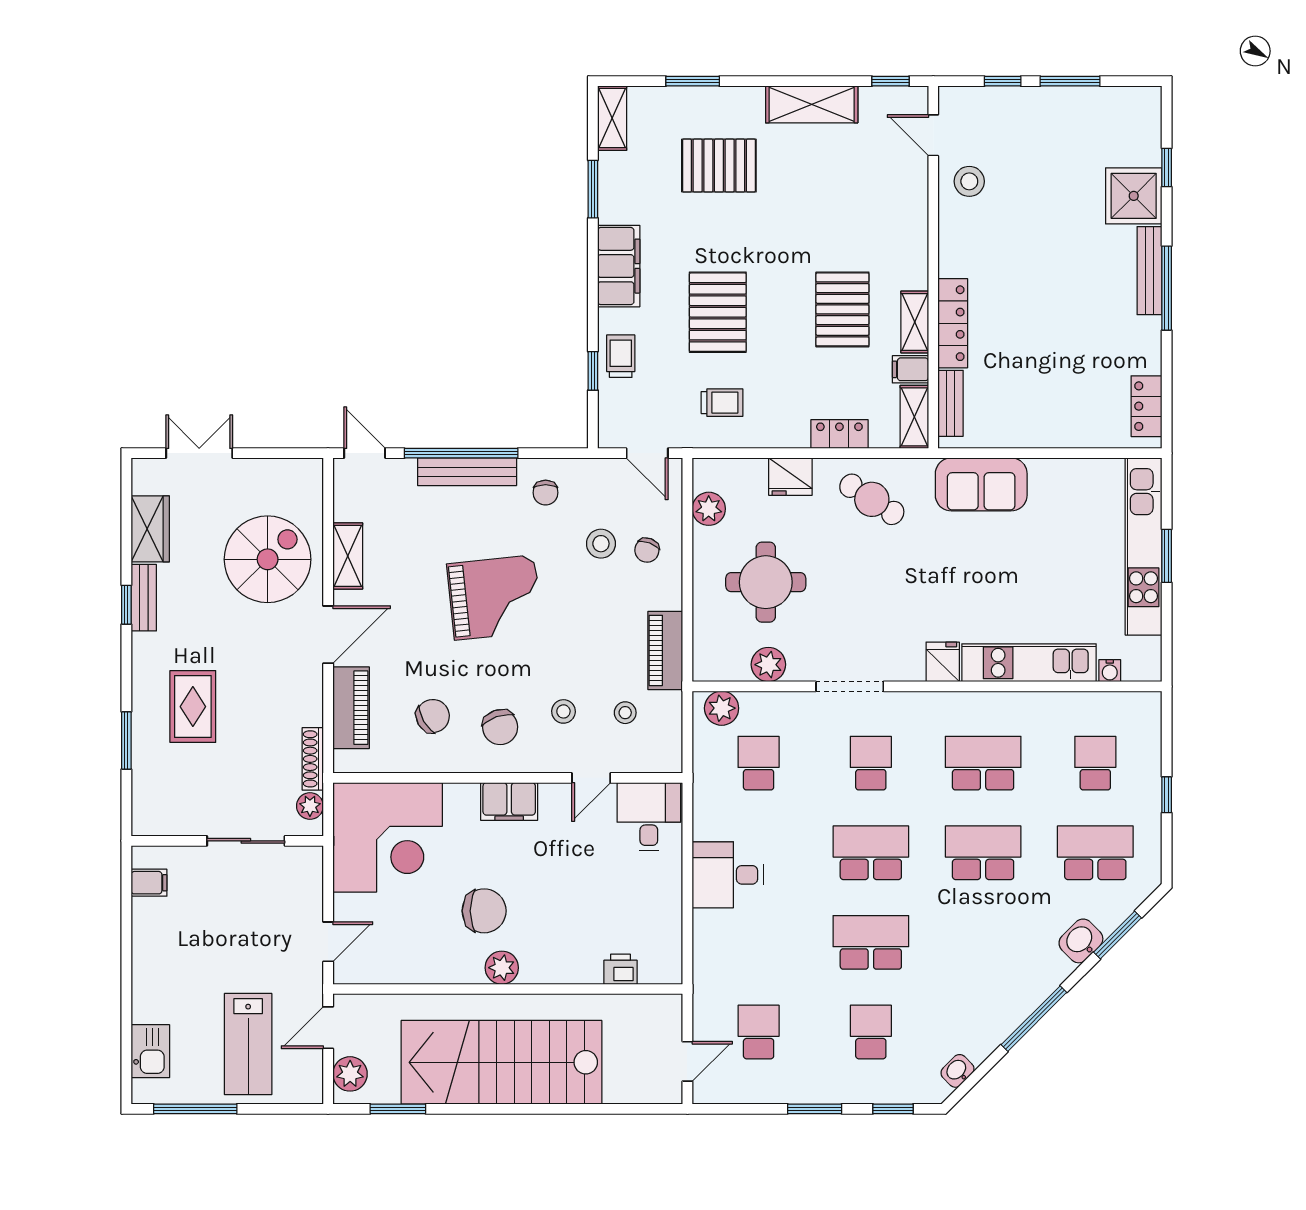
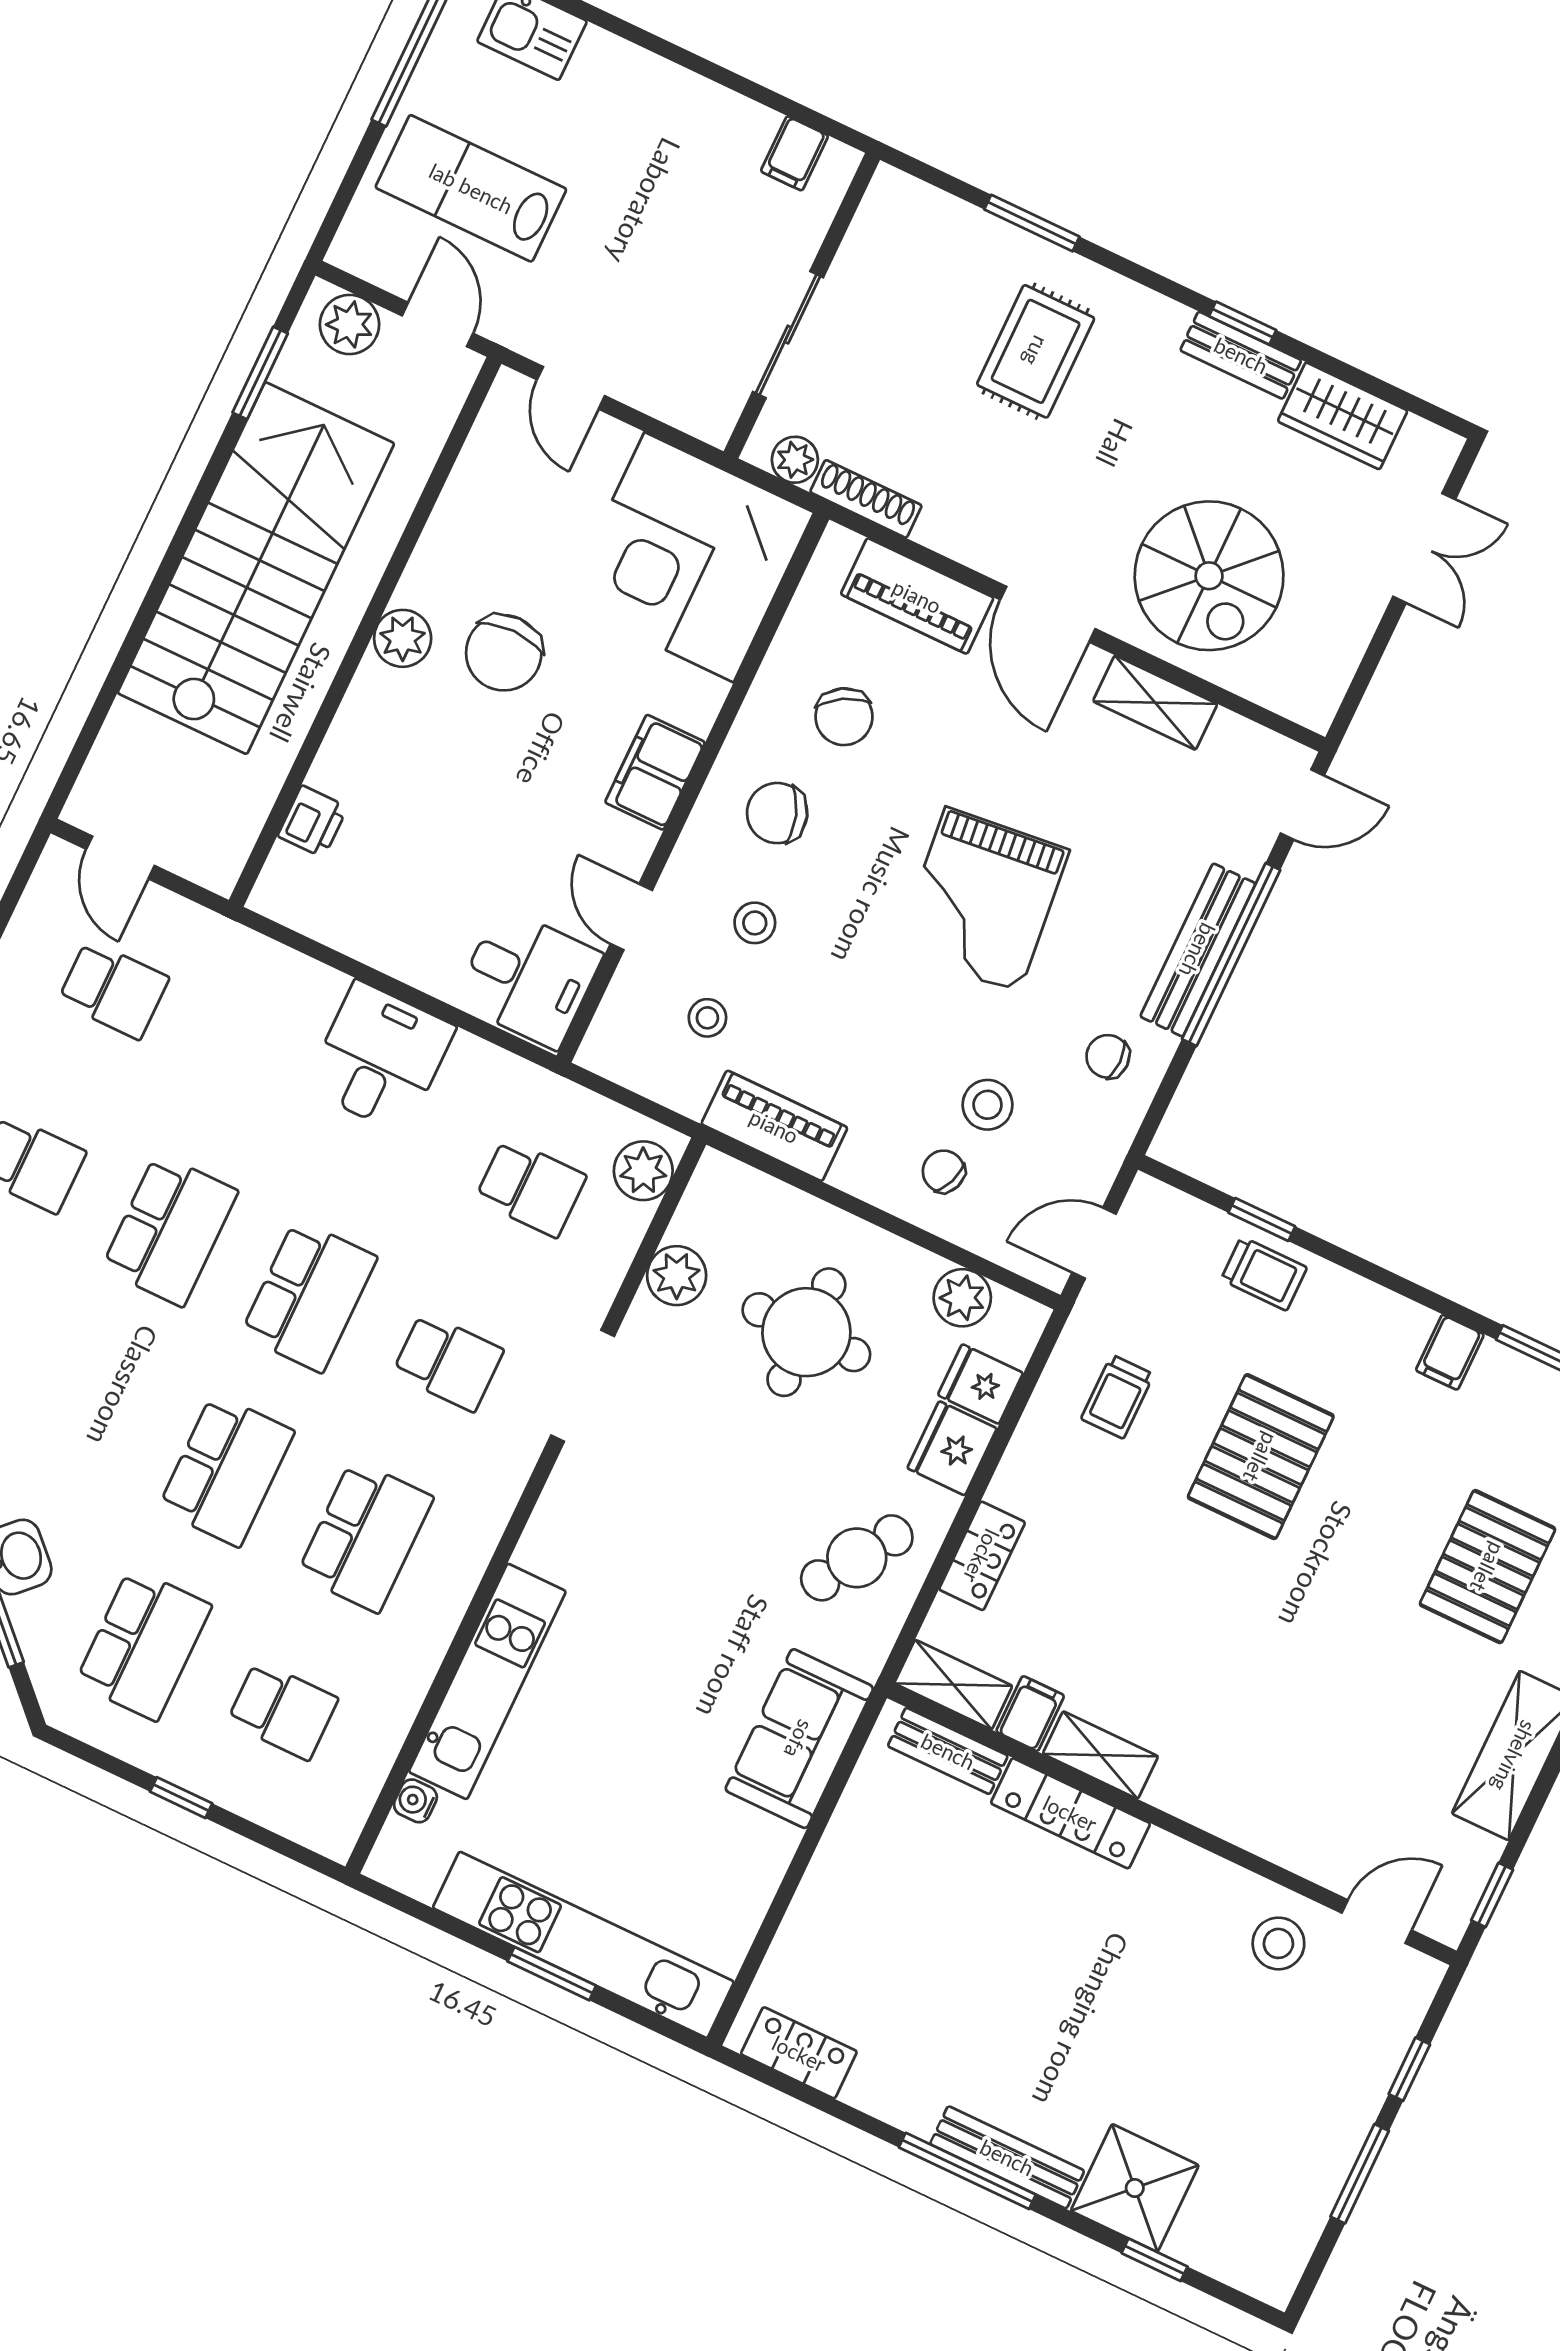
filing cabinet: (619, 266) -> (1450, 1352), width x0.33, depth x0.86
pallet: (842, 309) -> (1173, 1652), removed
pallet: (718, 312) -> (1261, 1457), turned 90
fridge: (943, 662) -> (980, 1384), moved, turned 180
rug: (193, 707) -> (1036, 351), turned 90

